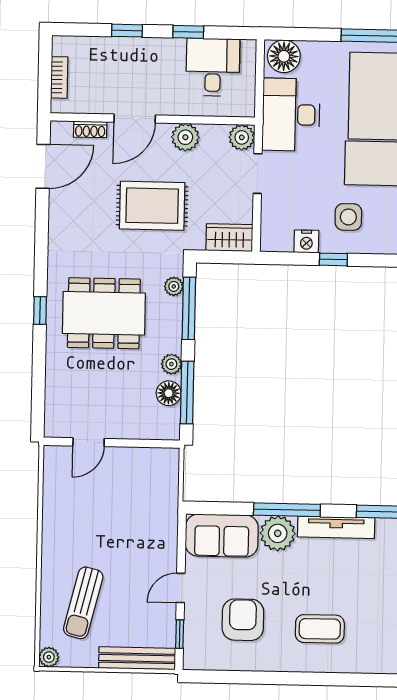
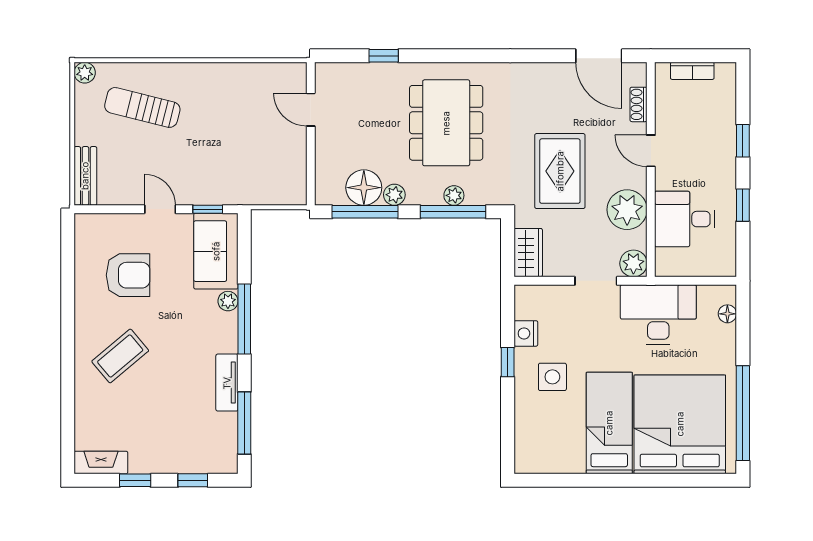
floor lamp: (284, 56) -> (727, 314), width x0.53, depth x0.53
desk: (213, 67) -> (685, 219), moved, turned 180
door: (135, 119) -> (651, 151), width x0.73
plant: (185, 137) -> (627, 210), width x1.36, depth x1.36
plant: (174, 286) -> (454, 195), moved
window: (40, 311) -> (384, 56), moved
floor lamp: (169, 393) -> (364, 188), width x1.38, depth x1.38
tv unit: (336, 527) -> (227, 383), width x0.71
plant: (278, 533) -> (228, 301), width x0.53, depth x0.53
coffee table: (320, 629) -> (120, 356), turned 50
window: (180, 634) -> (208, 209), moved
bench: (137, 658) -> (85, 176), width x0.73

